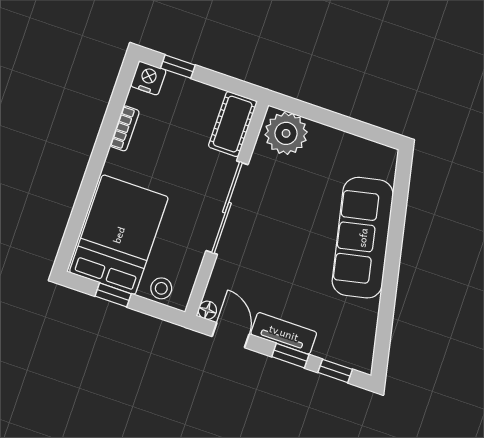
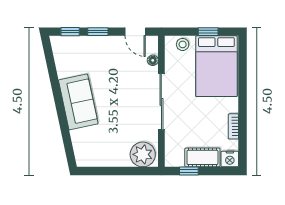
window: (178, 67) -> (189, 171), moved
cot: (233, 124) -> (202, 157), moved, turned 90
sofa: (363, 238) -> (78, 102), width x0.73
floor lamp: (207, 310) -> (153, 60), moved
tv unit: (284, 333) -> (106, 43), removed

